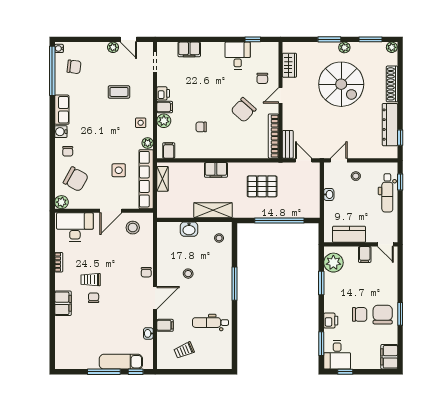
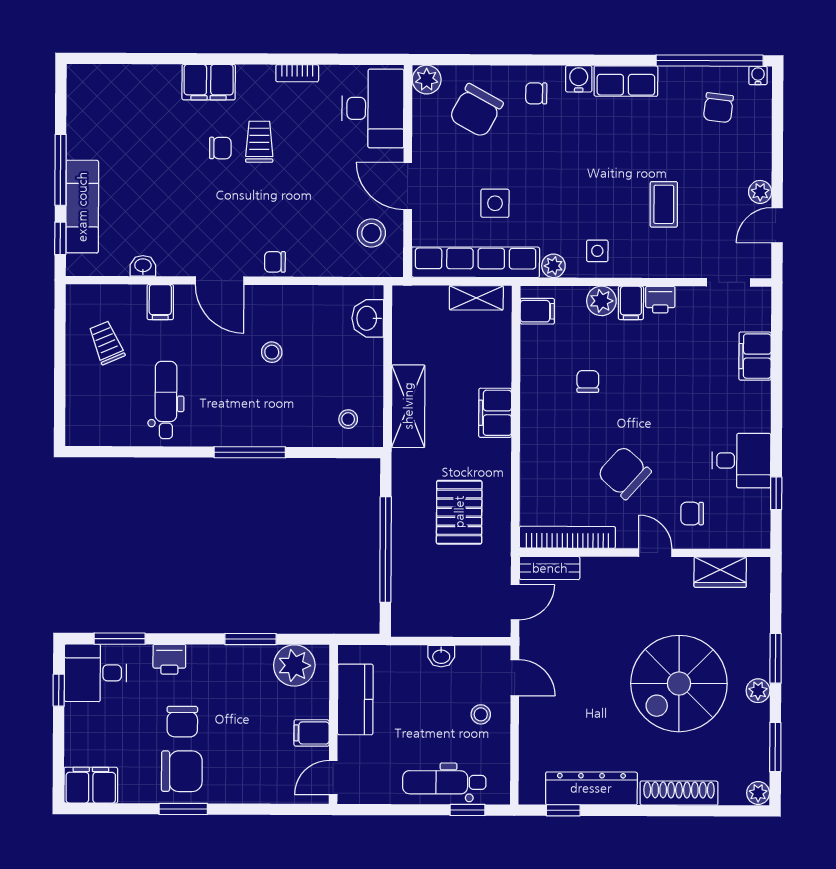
washbasin: (189, 229) -> (368, 318), moved

